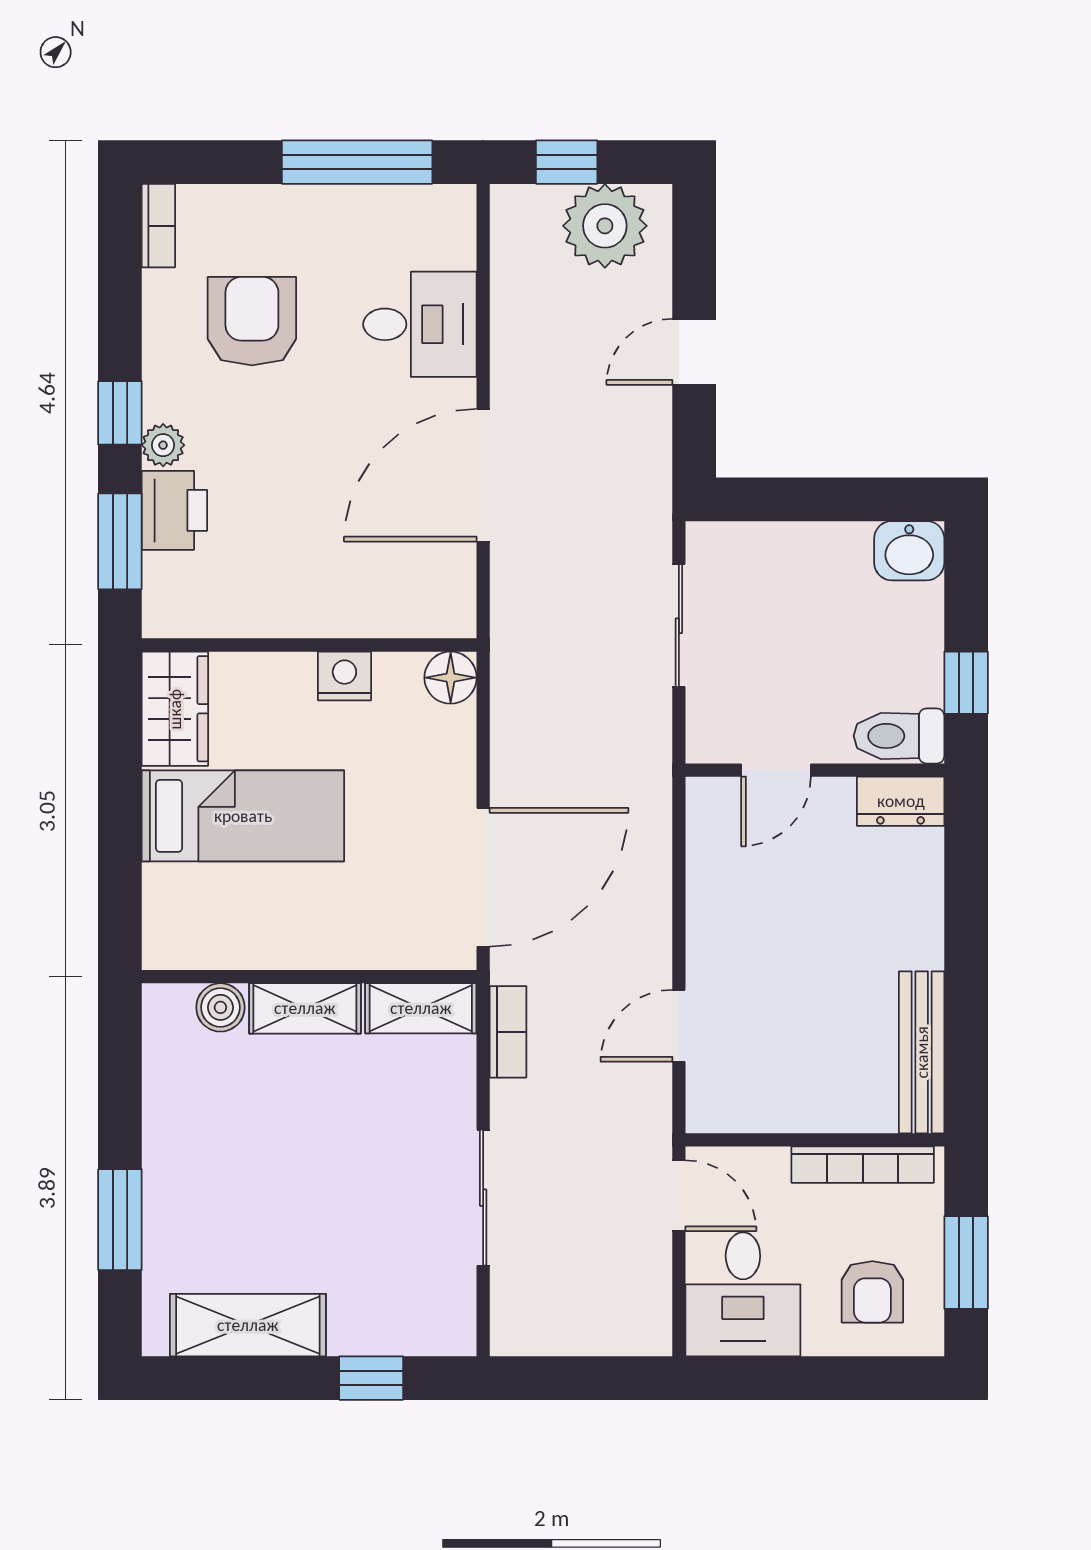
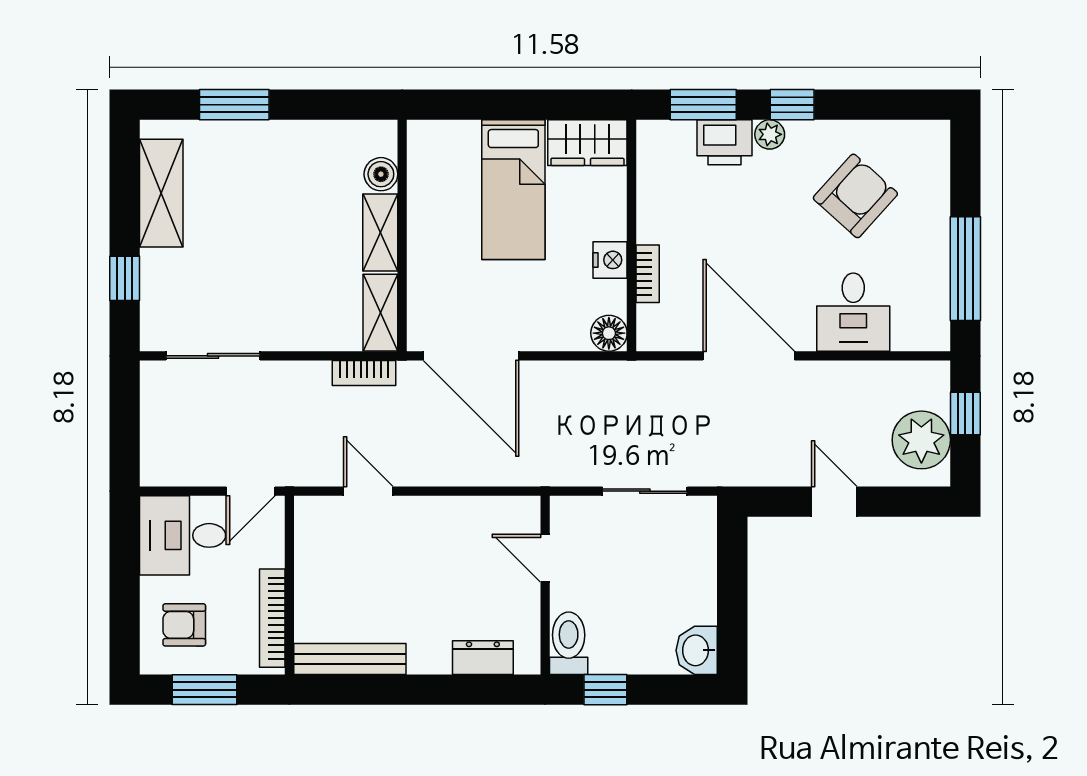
bookcase: (158, 226) -> (648, 274), moved, turned -90
armchair: (252, 321) -> (855, 196), turned -48
dresser: (901, 801) -> (483, 658), moved, turned 90
sliding door: (483, 1198) -> (213, 356), moved

